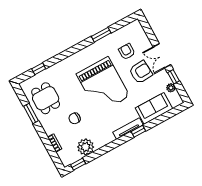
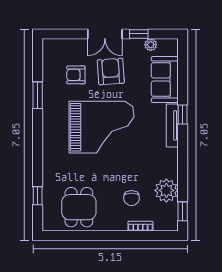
dining table: (46, 98) -> (79, 207), turned 90
window: (31, 114) -> (88, 236), removed
chair: (75, 118) -> (131, 198), moved

